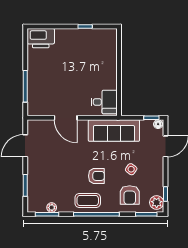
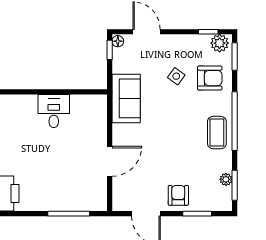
desk: (104, 102) -> (54, 111), moved
sofa: (114, 131) -> (126, 98), width x0.73
armchair: (96, 176) -> (178, 195), moved

